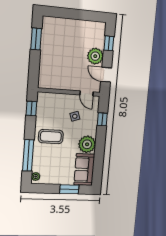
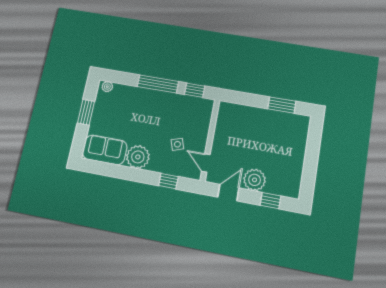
door: (87, 93) -> (206, 163), hinge flipped
coffee table: (51, 137) -> (155, 111), removed
window: (28, 155) -> (158, 84), moved
window: (69, 189) -> (86, 112), moved

